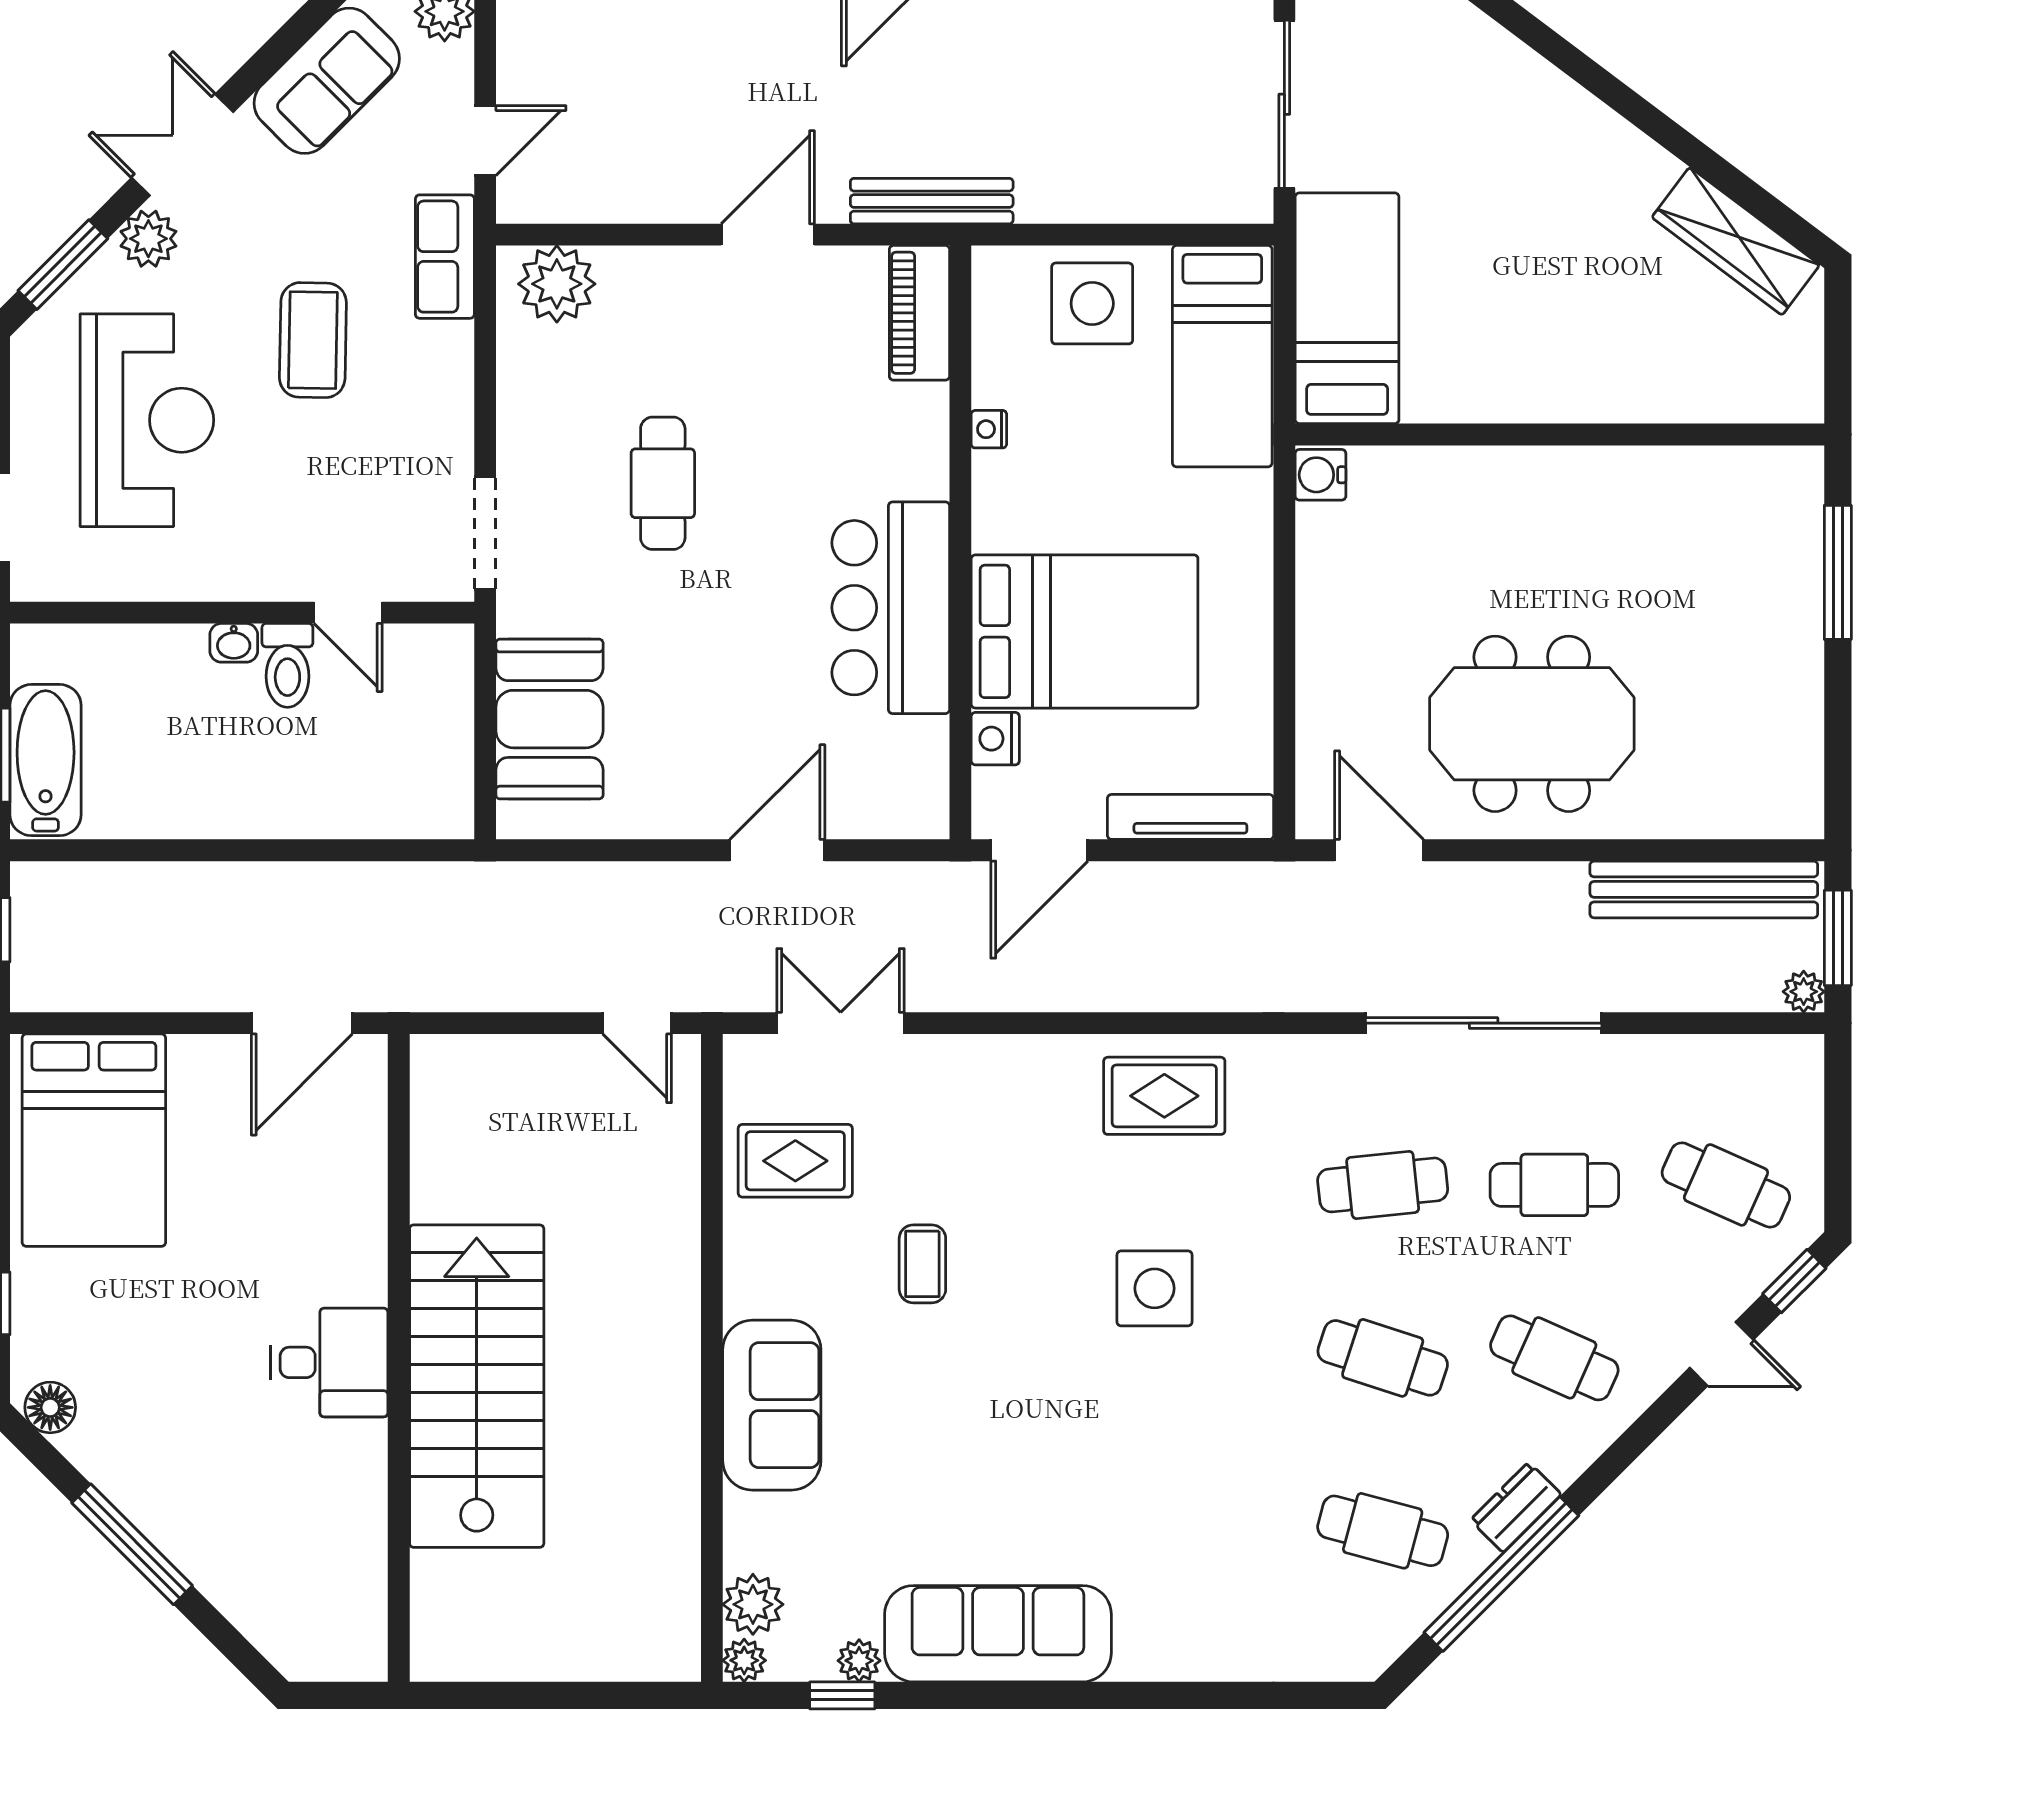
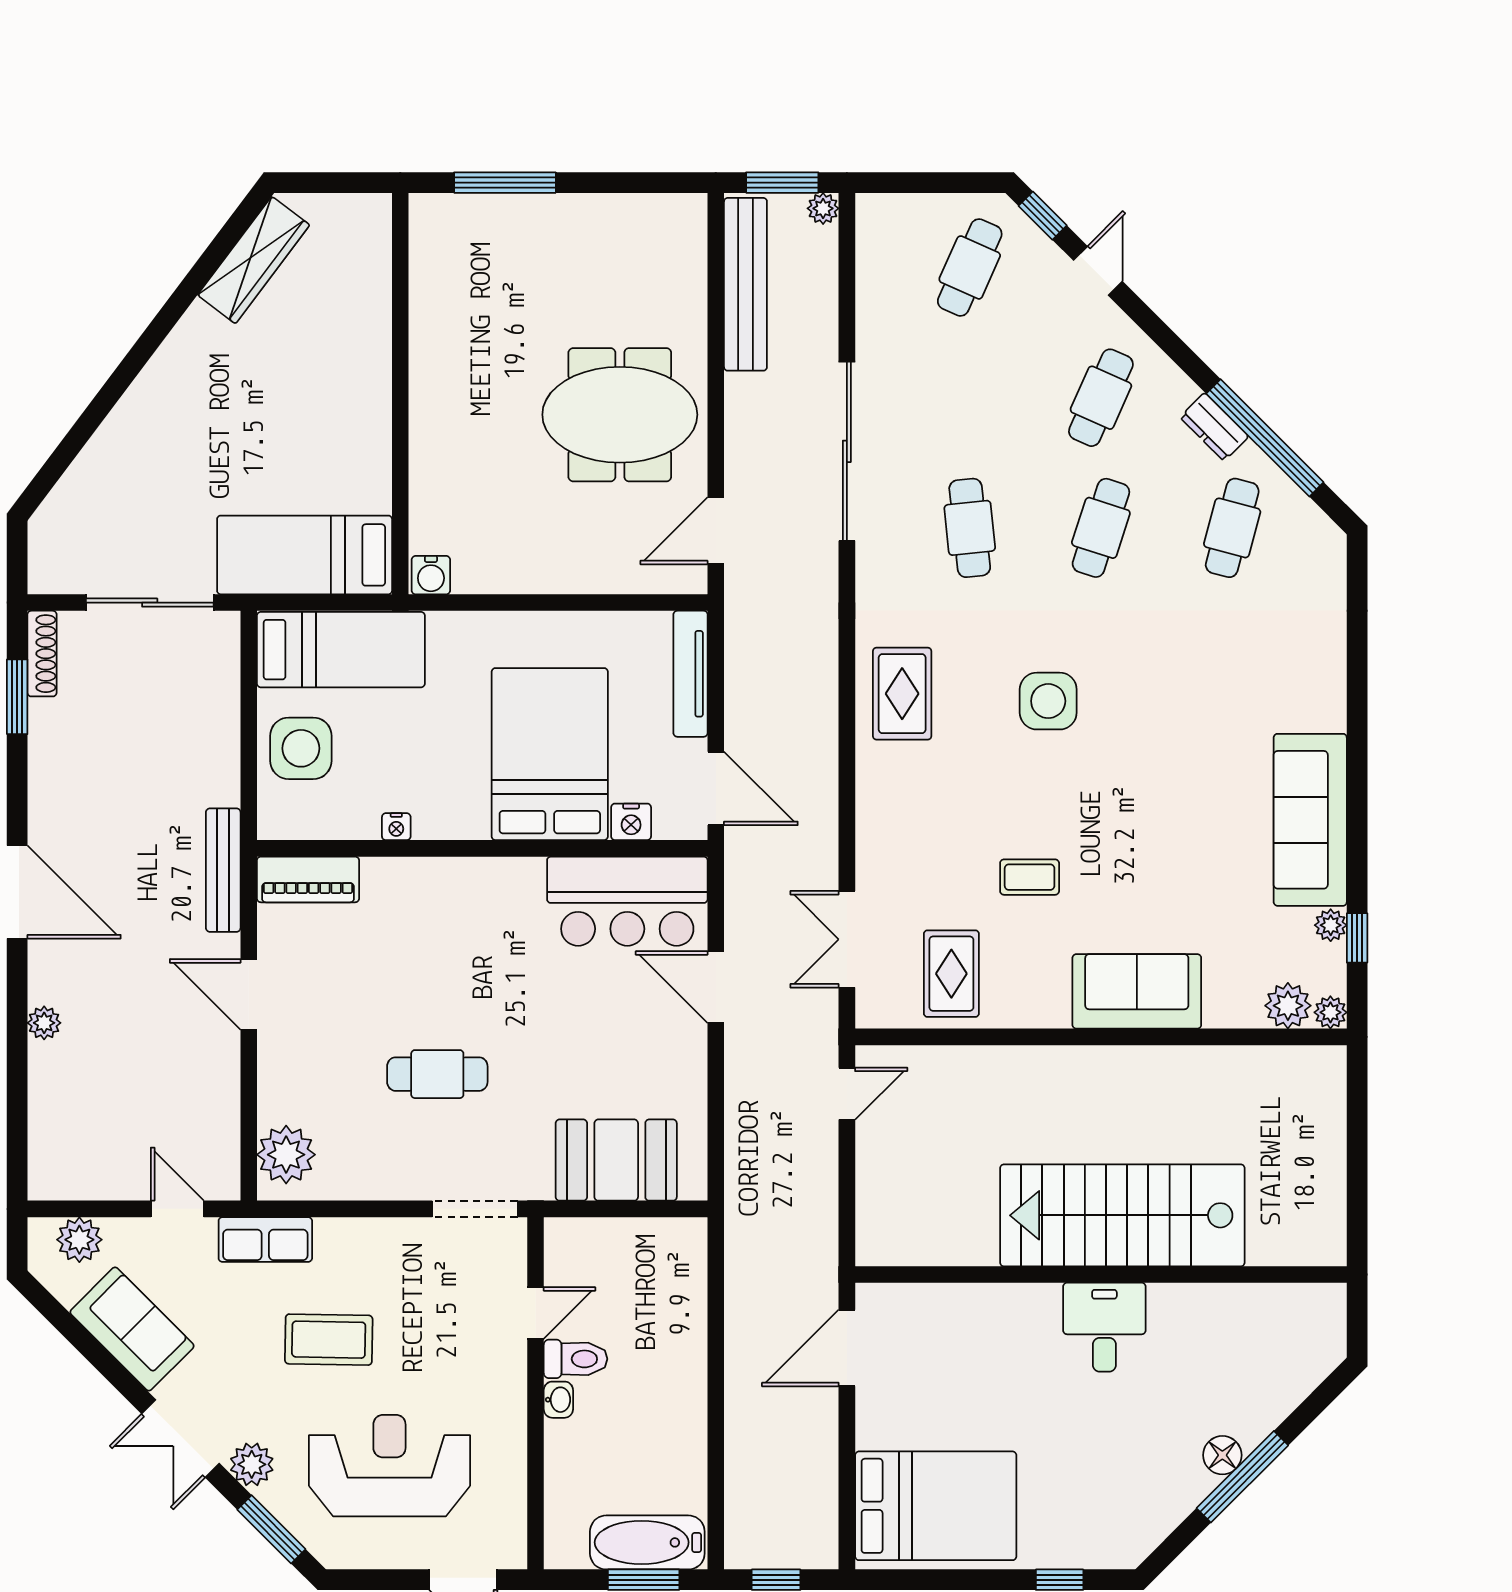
bar counter: (891, 608) -> (627, 901), moved
meeting table: (1532, 724) -> (620, 415), turned 90
door: (302, 1023) -> (847, 1348), swing flipped
cafe table: (1554, 1185) -> (970, 398), removed
floor lamp: (50, 1407) -> (1222, 1455), moved

